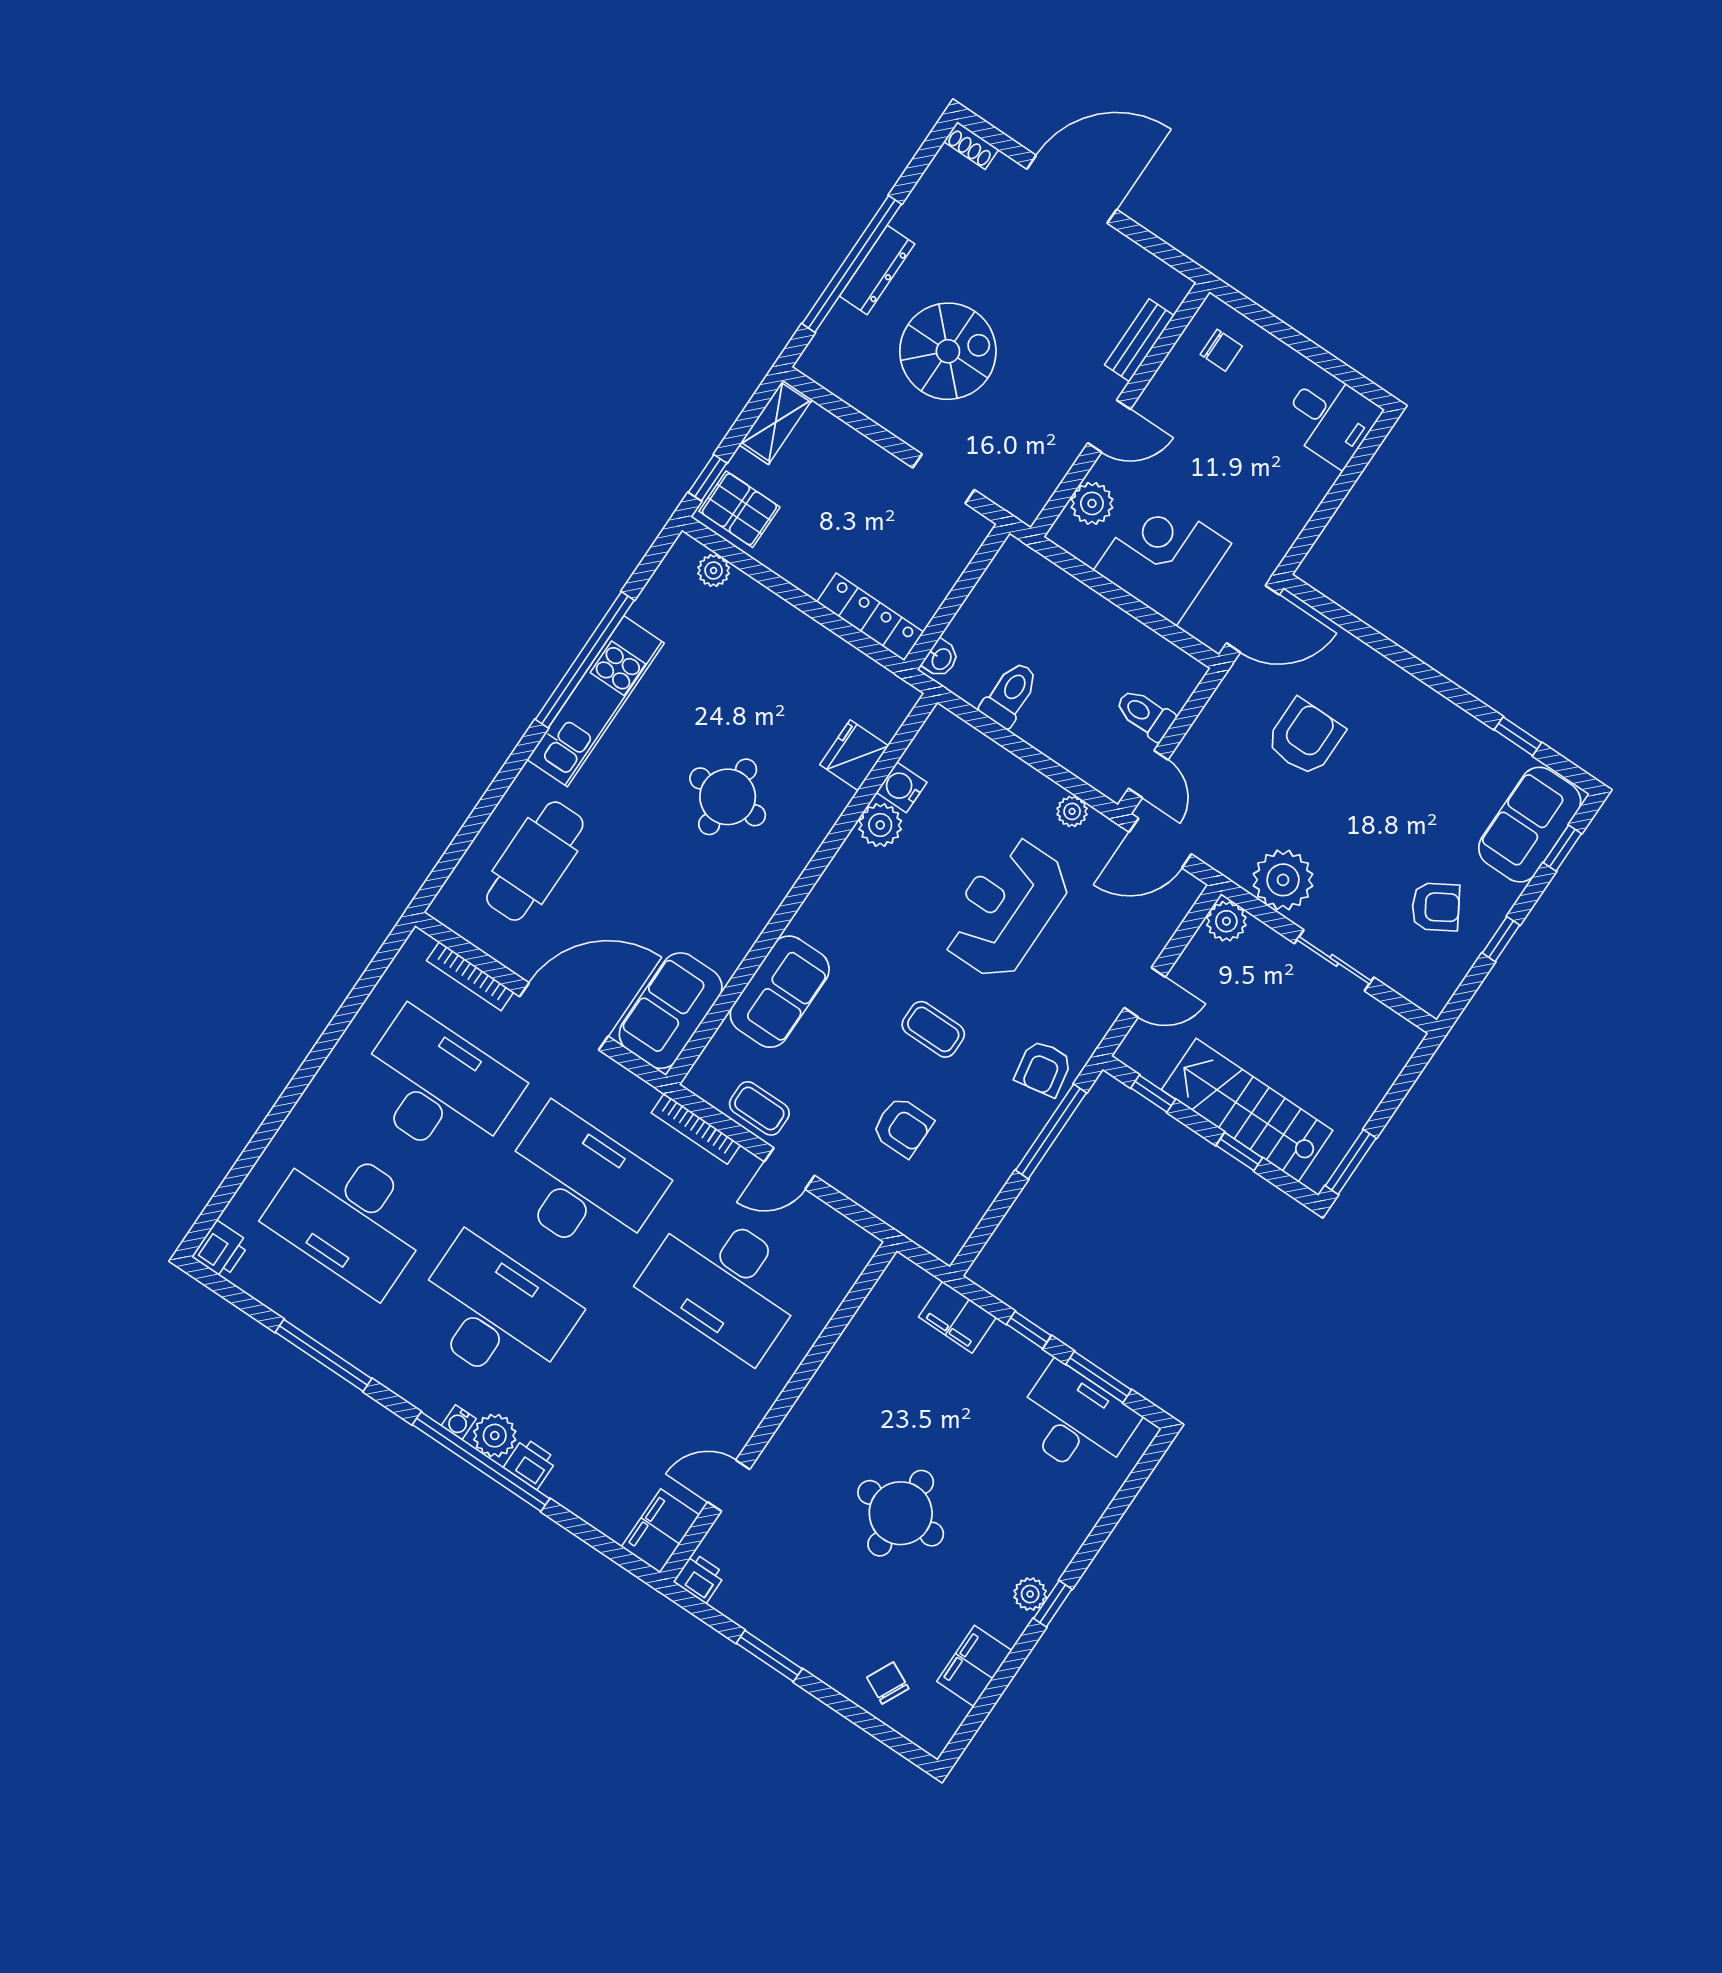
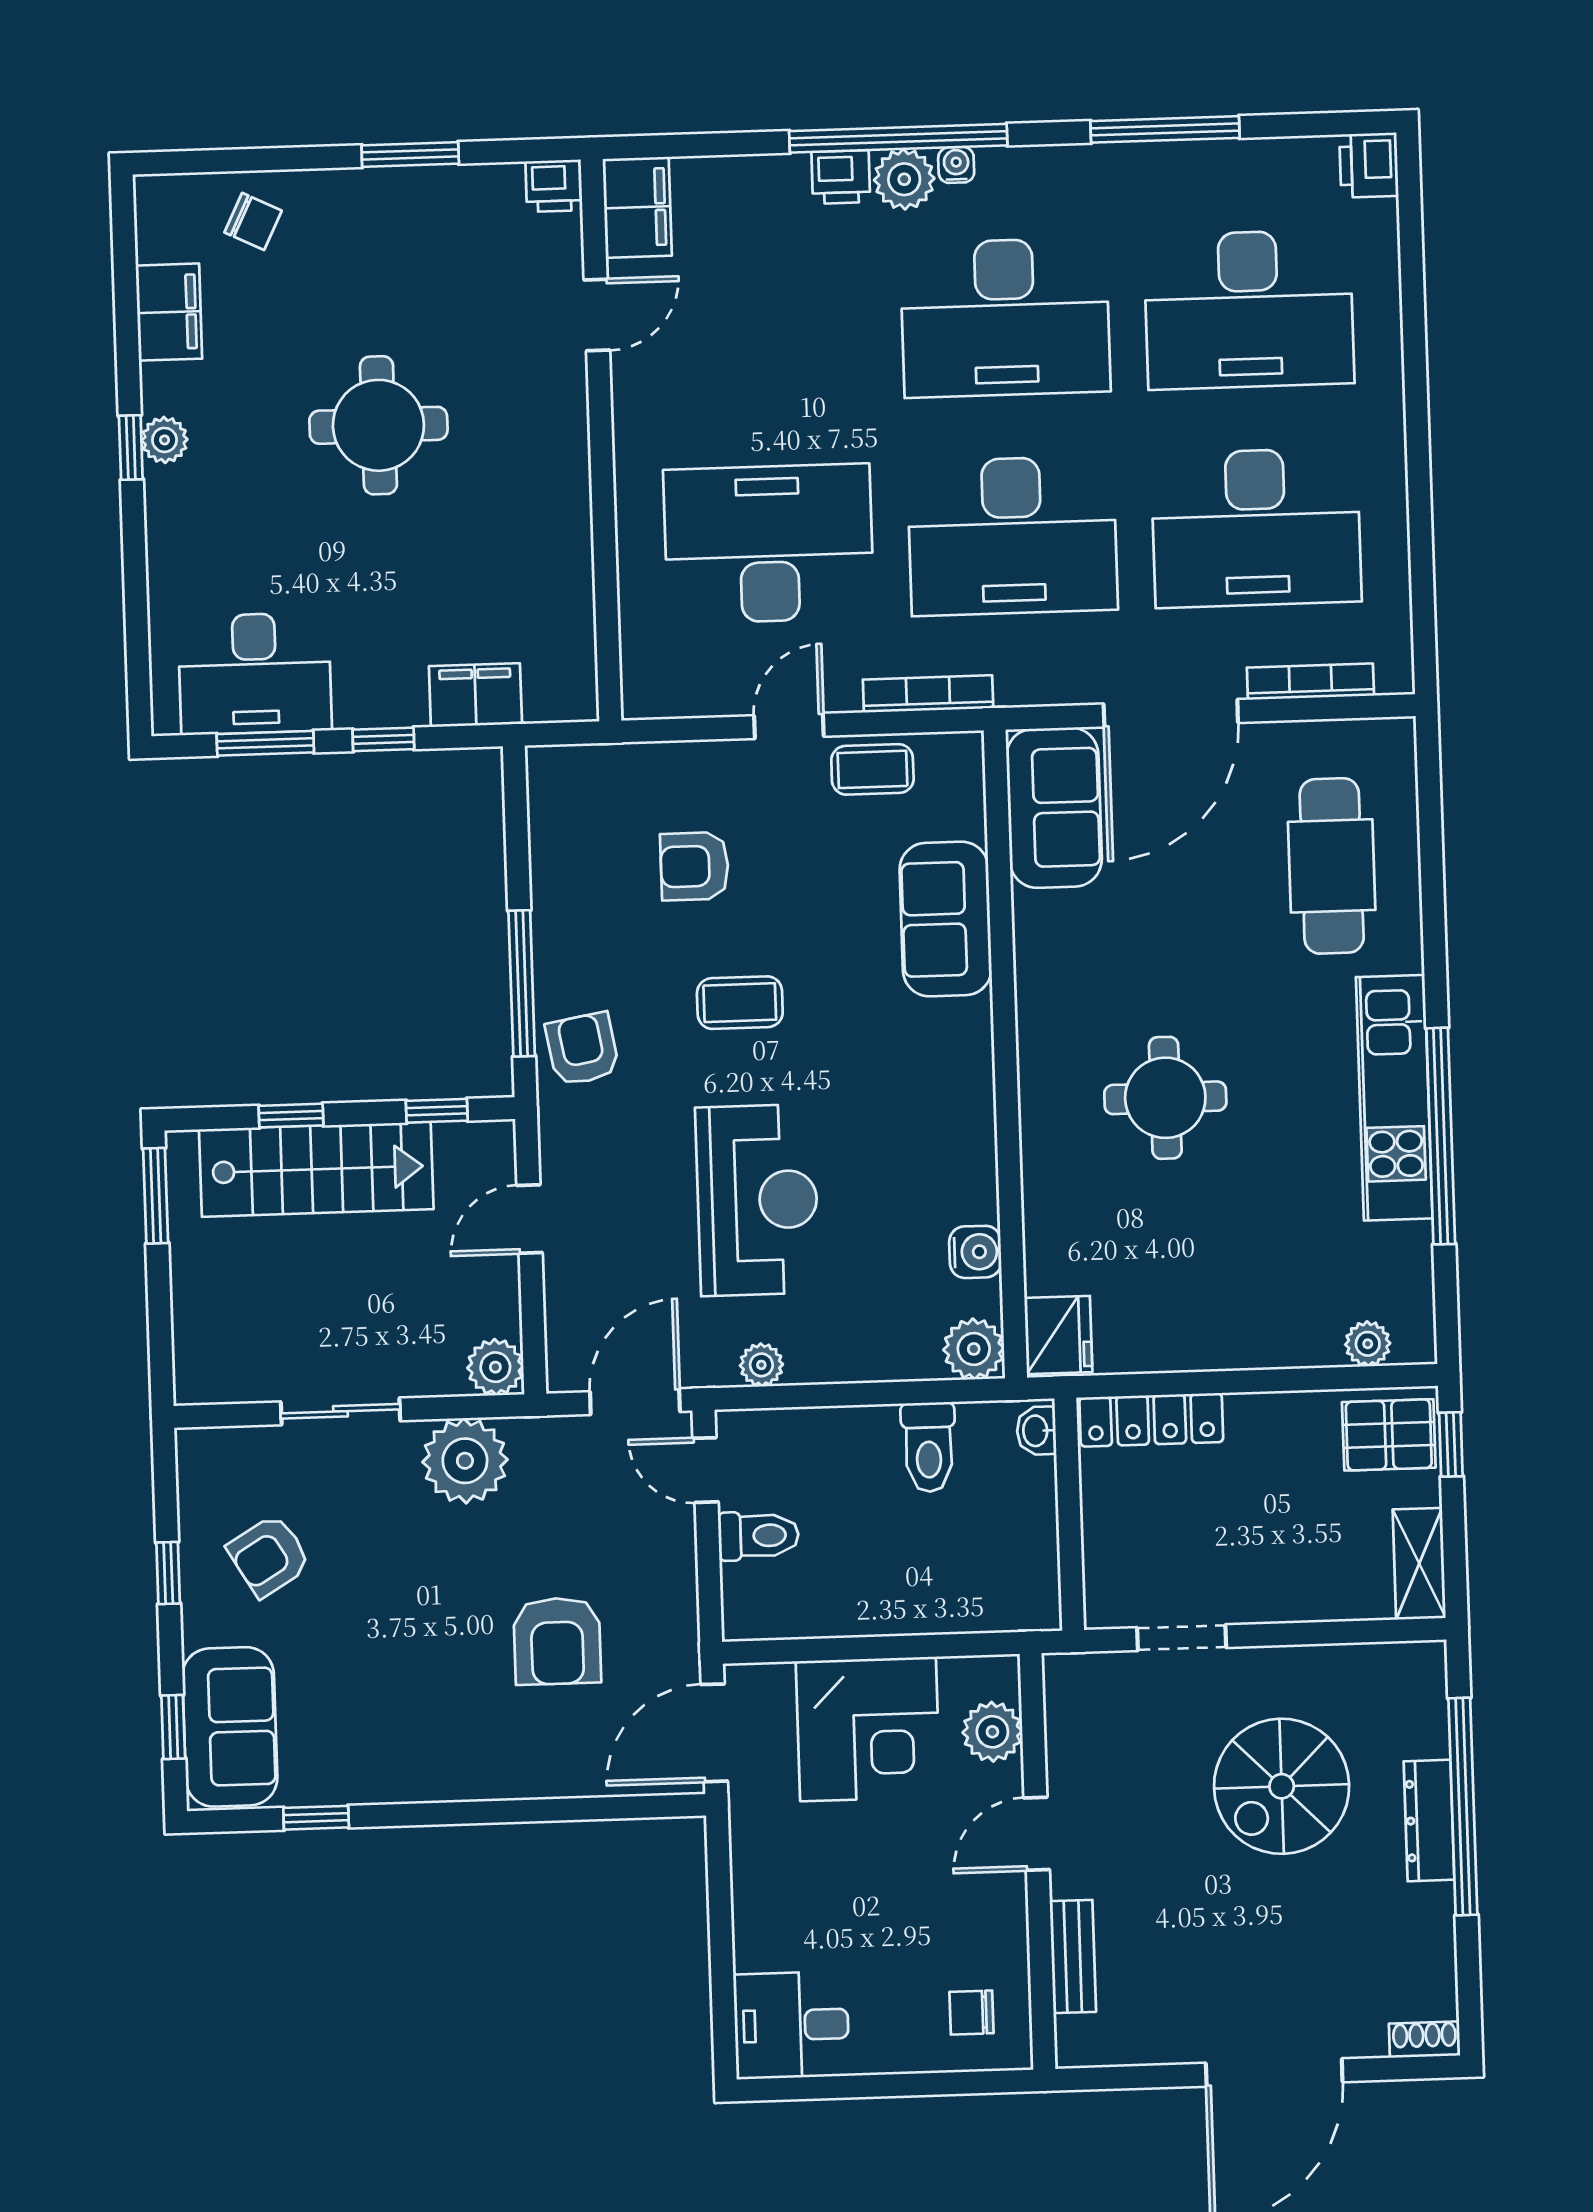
fridge: (854, 755) -> (1058, 1335), moved
plant: (880, 825) -> (974, 1349), moved
desk: (350, 1217) -> (1249, 309), turned 180

